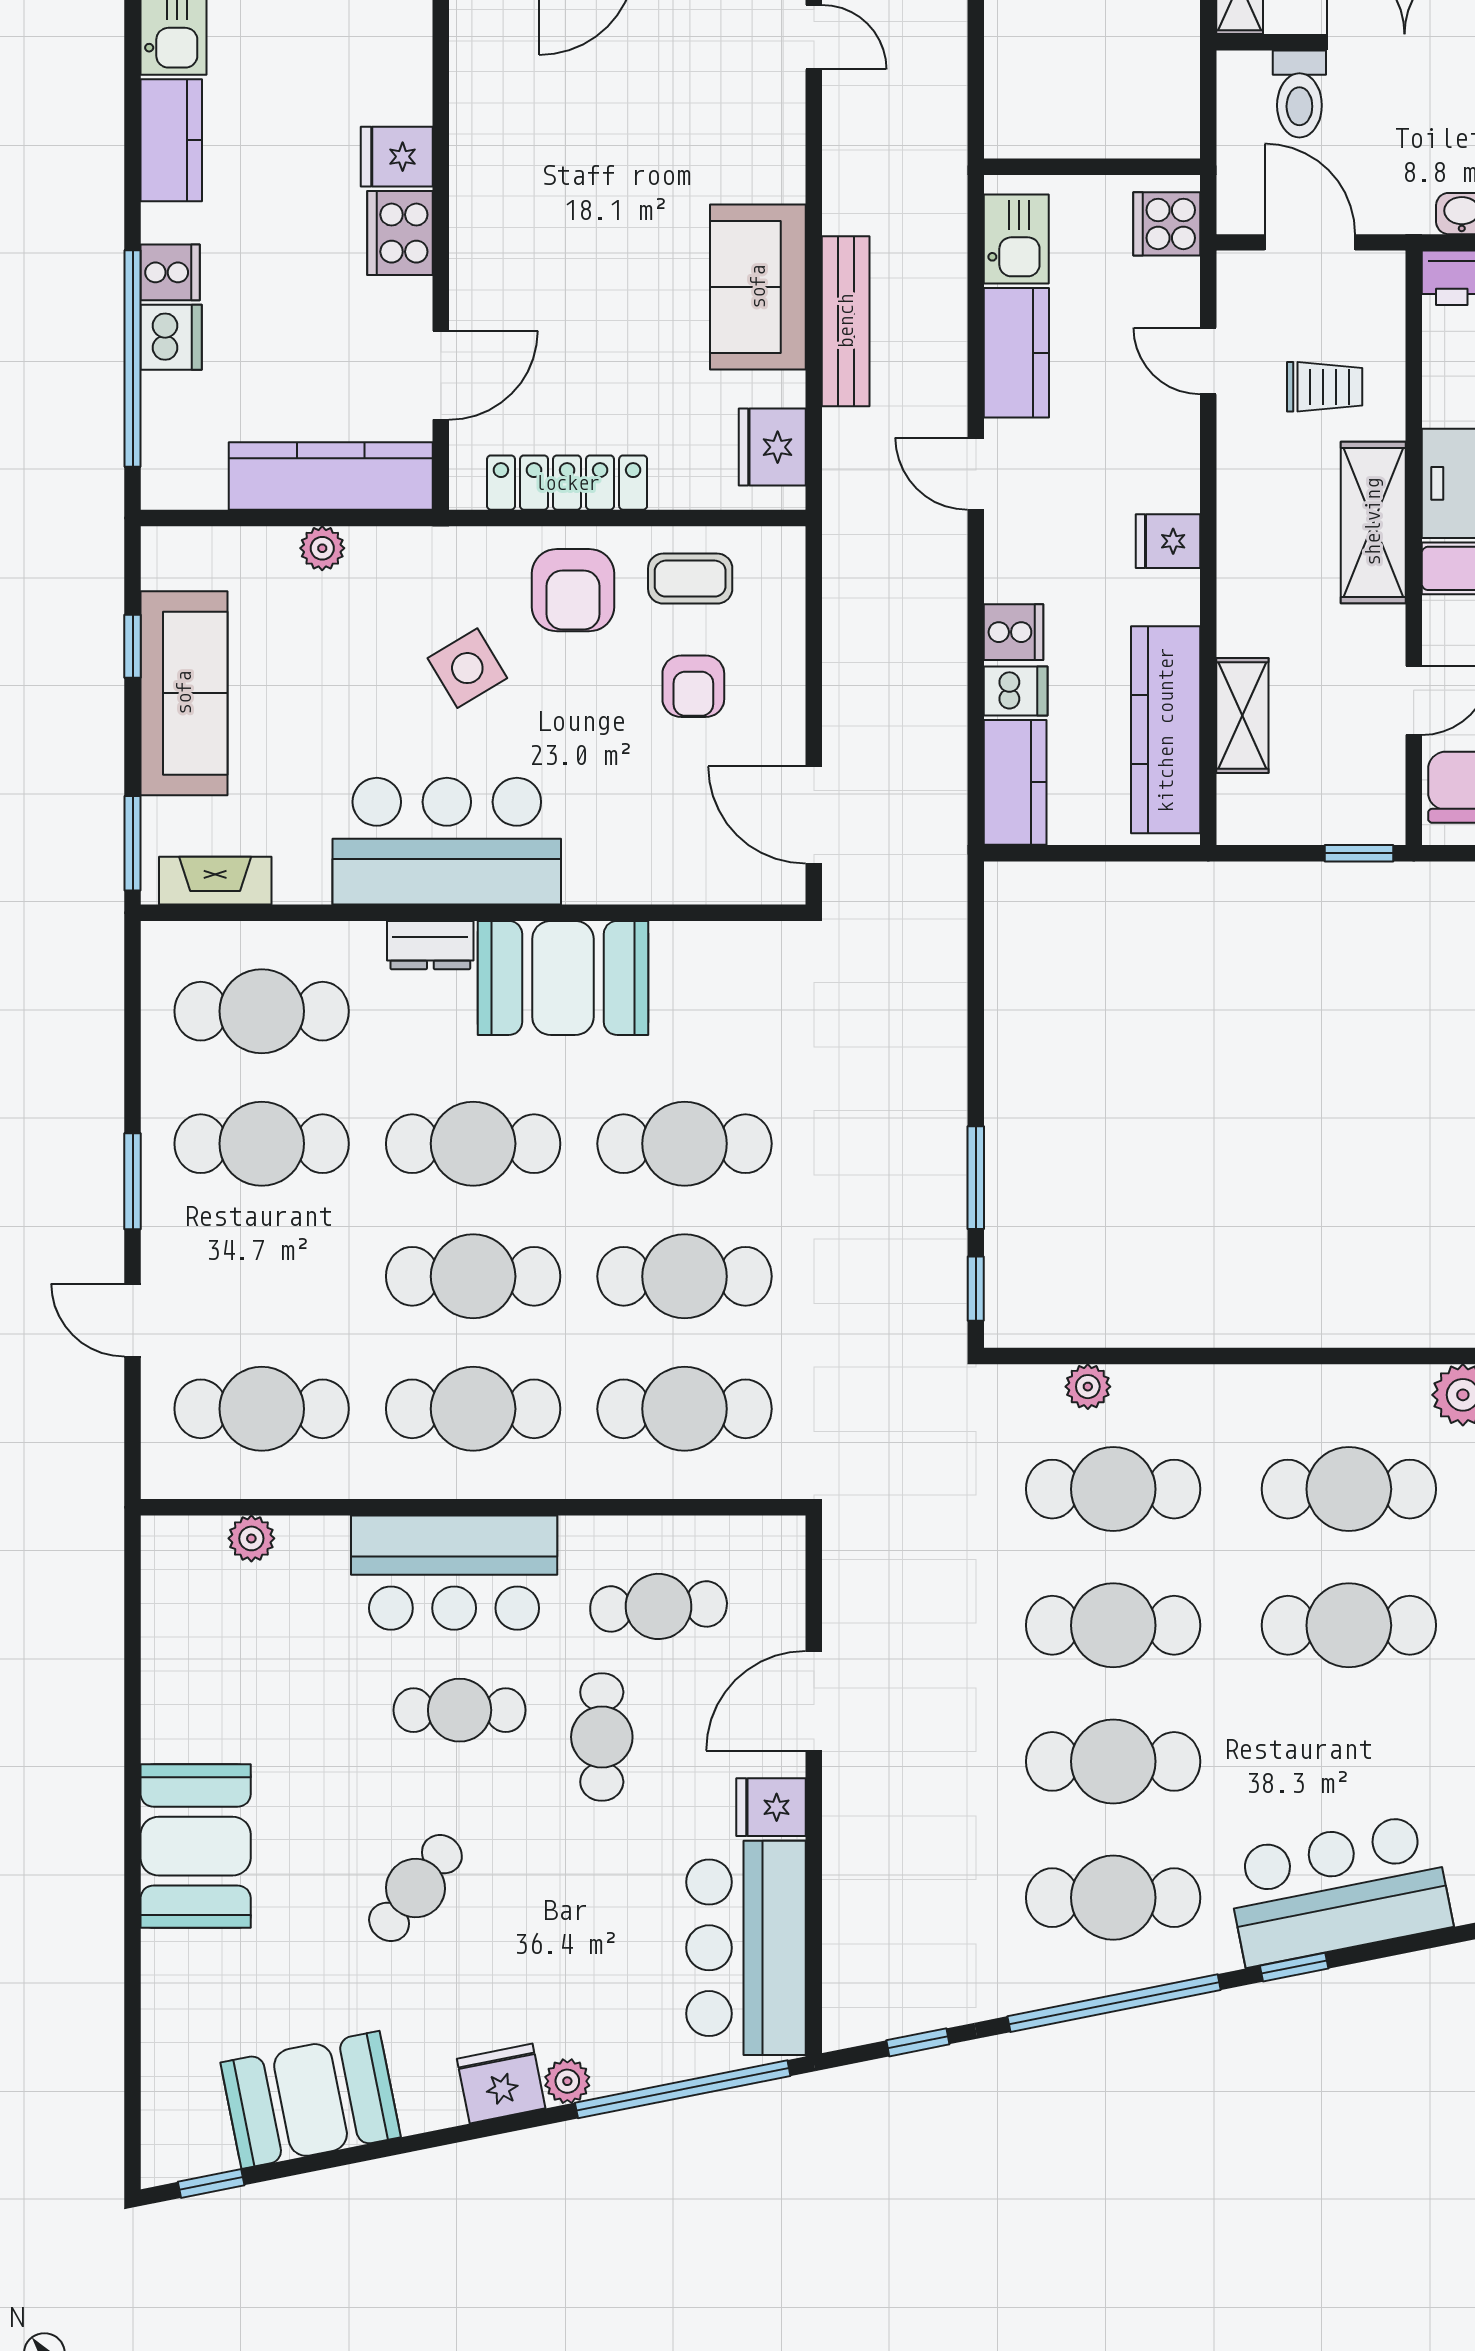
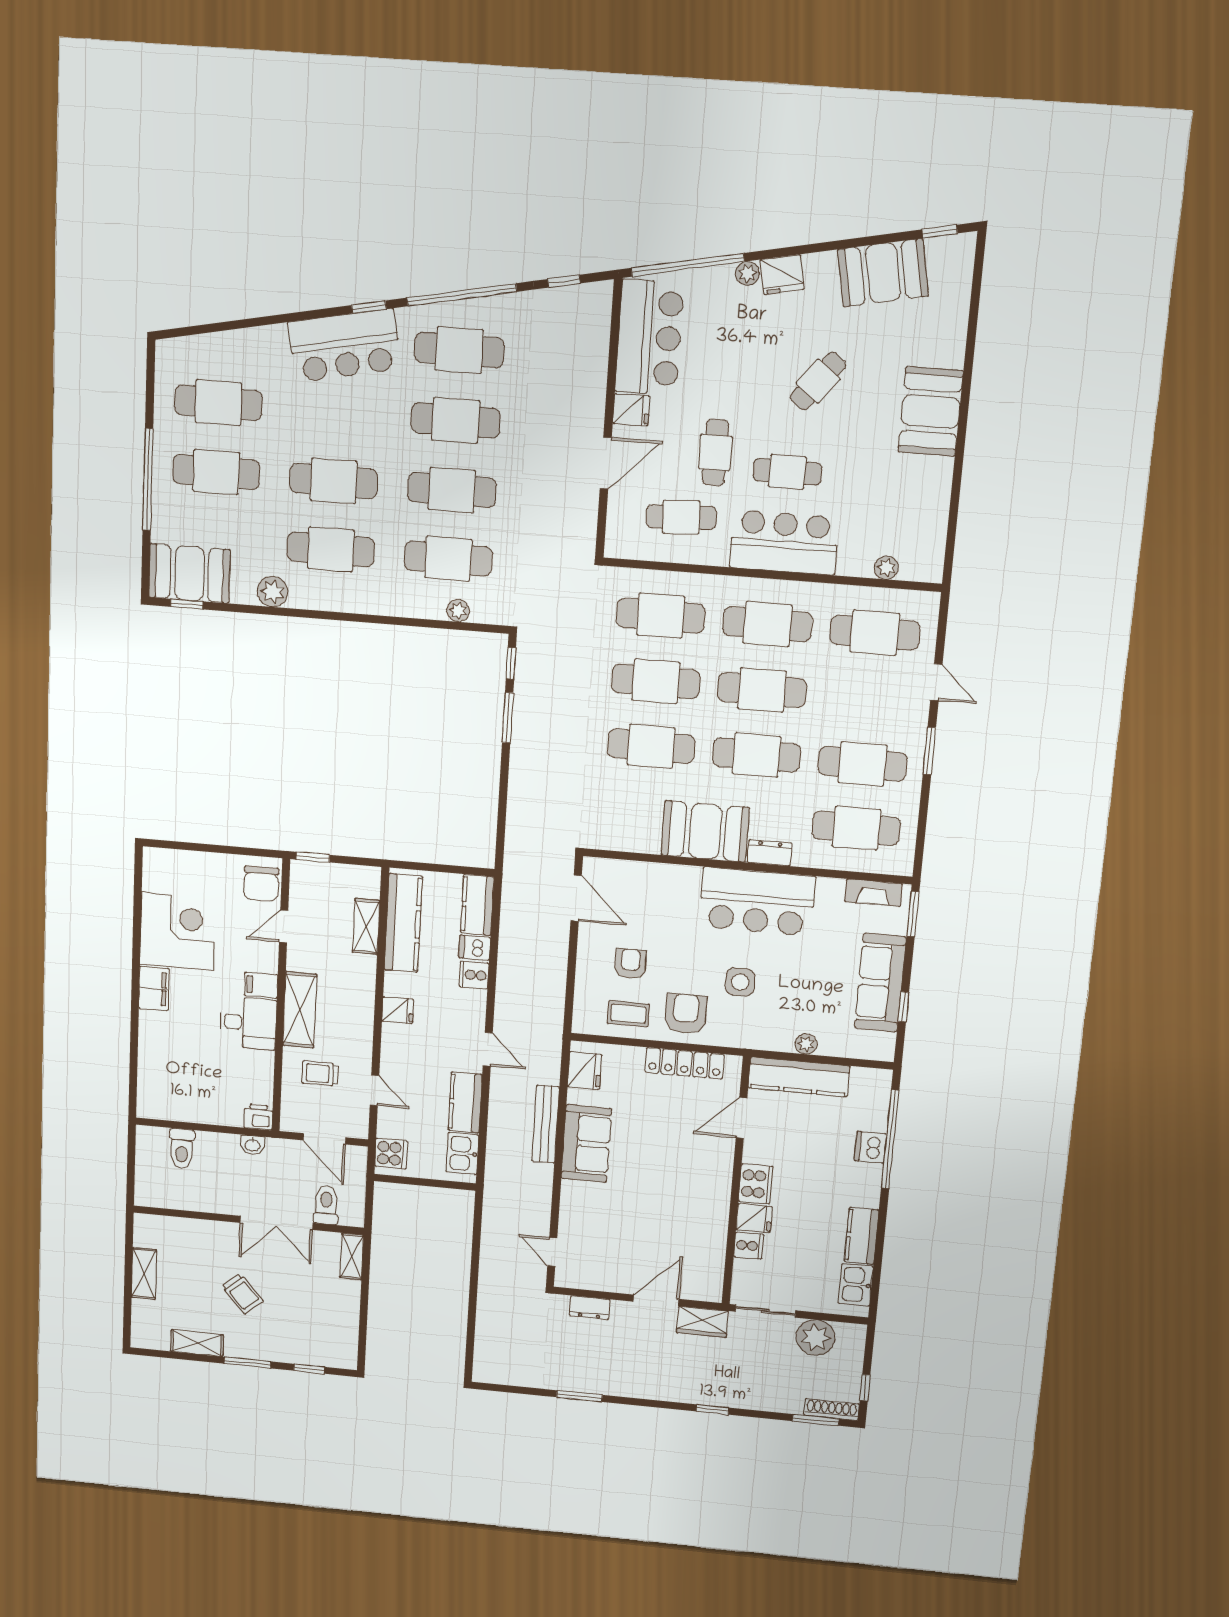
cooker: (170, 272) -> (749, 1246), moved, turned 180
side table: (467, 668) -> (740, 982), turned 31

